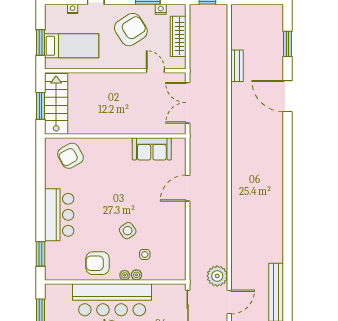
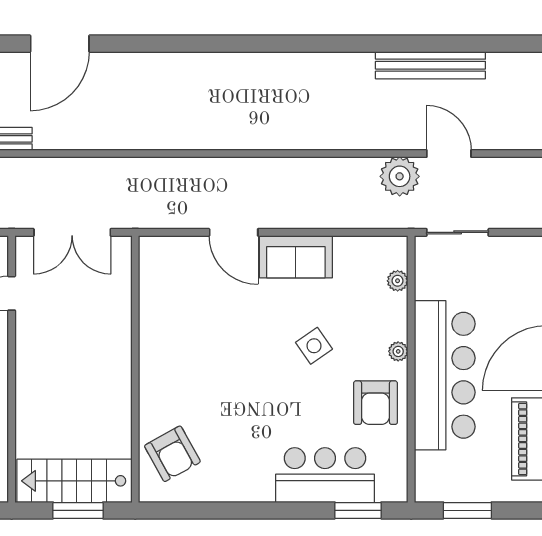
sofa: (152, 149) -> (296, 257), moved, turned 90
bar counter: (59, 215) -> (325, 475), moved
side table: (145, 254) -> (359, 313), removed
plant: (136, 275) -> (398, 281), moved

